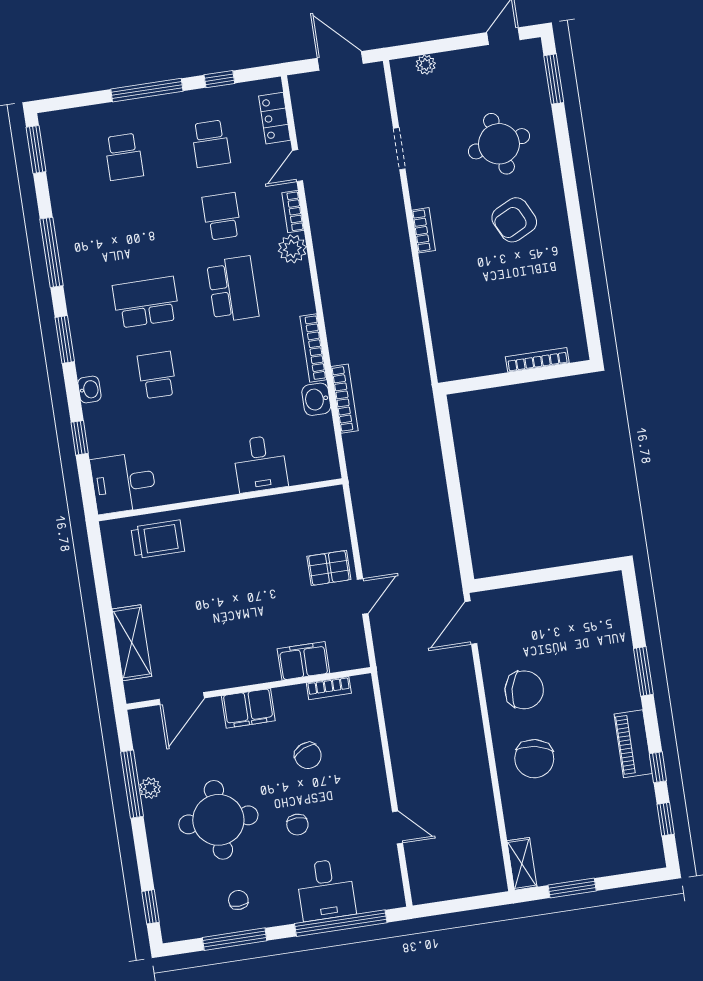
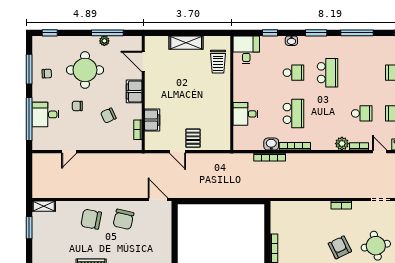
school desk: (233, 289) -> (293, 113), moved, turned -90
shelving: (132, 643) -> (186, 43), moved

